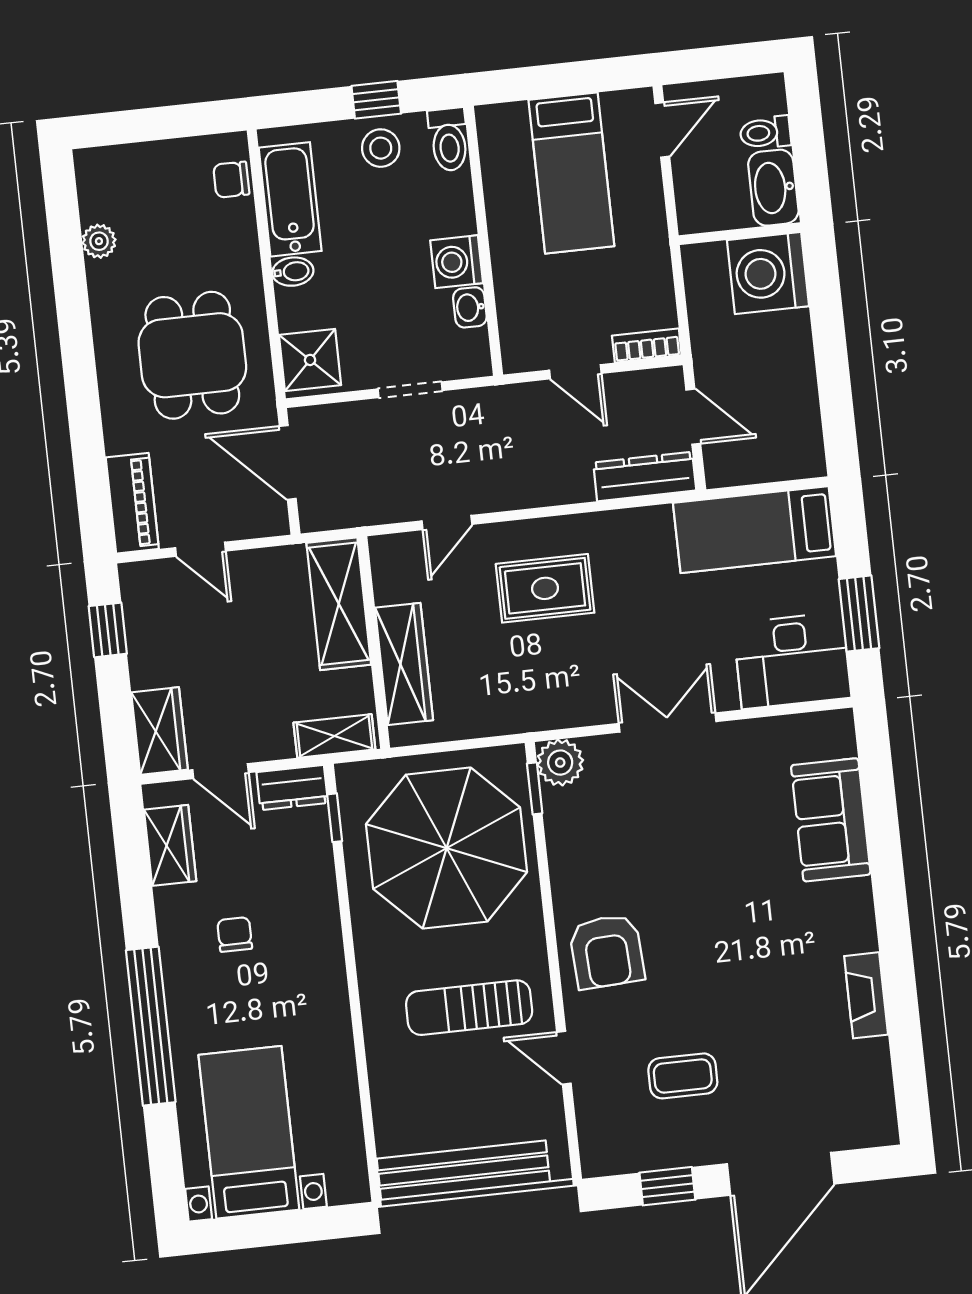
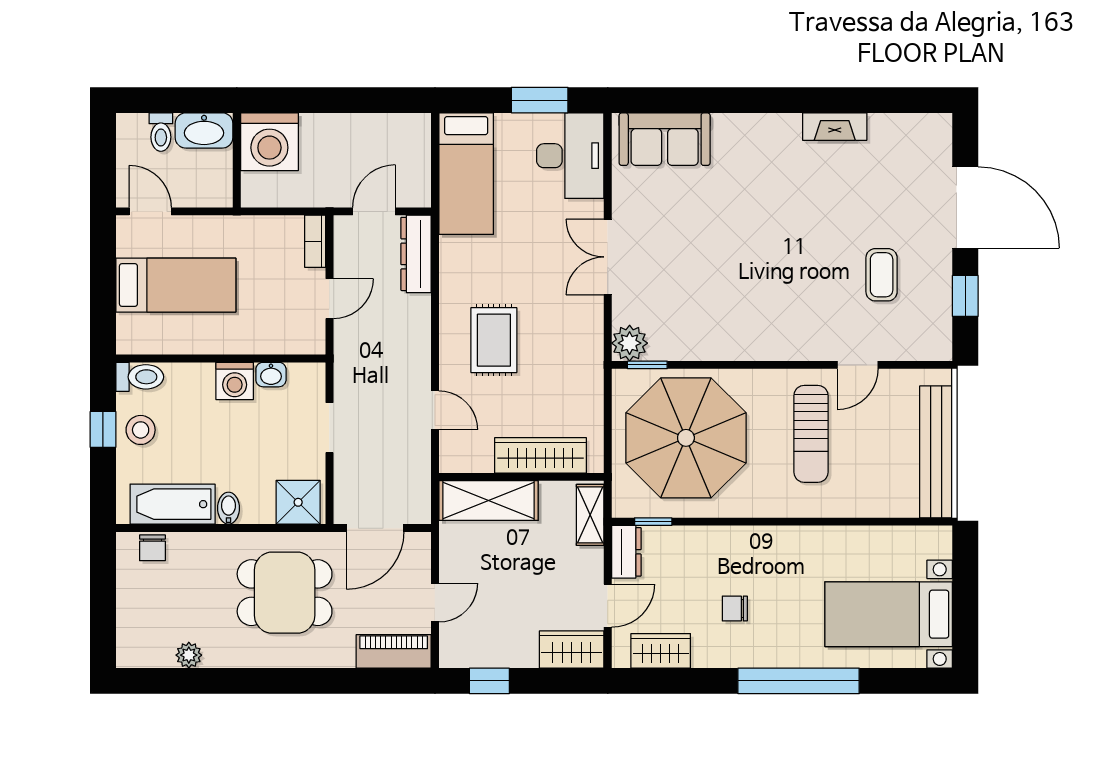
sofa: (831, 820) -> (665, 139), moved
armchair: (607, 952) -> (779, 323), removed

